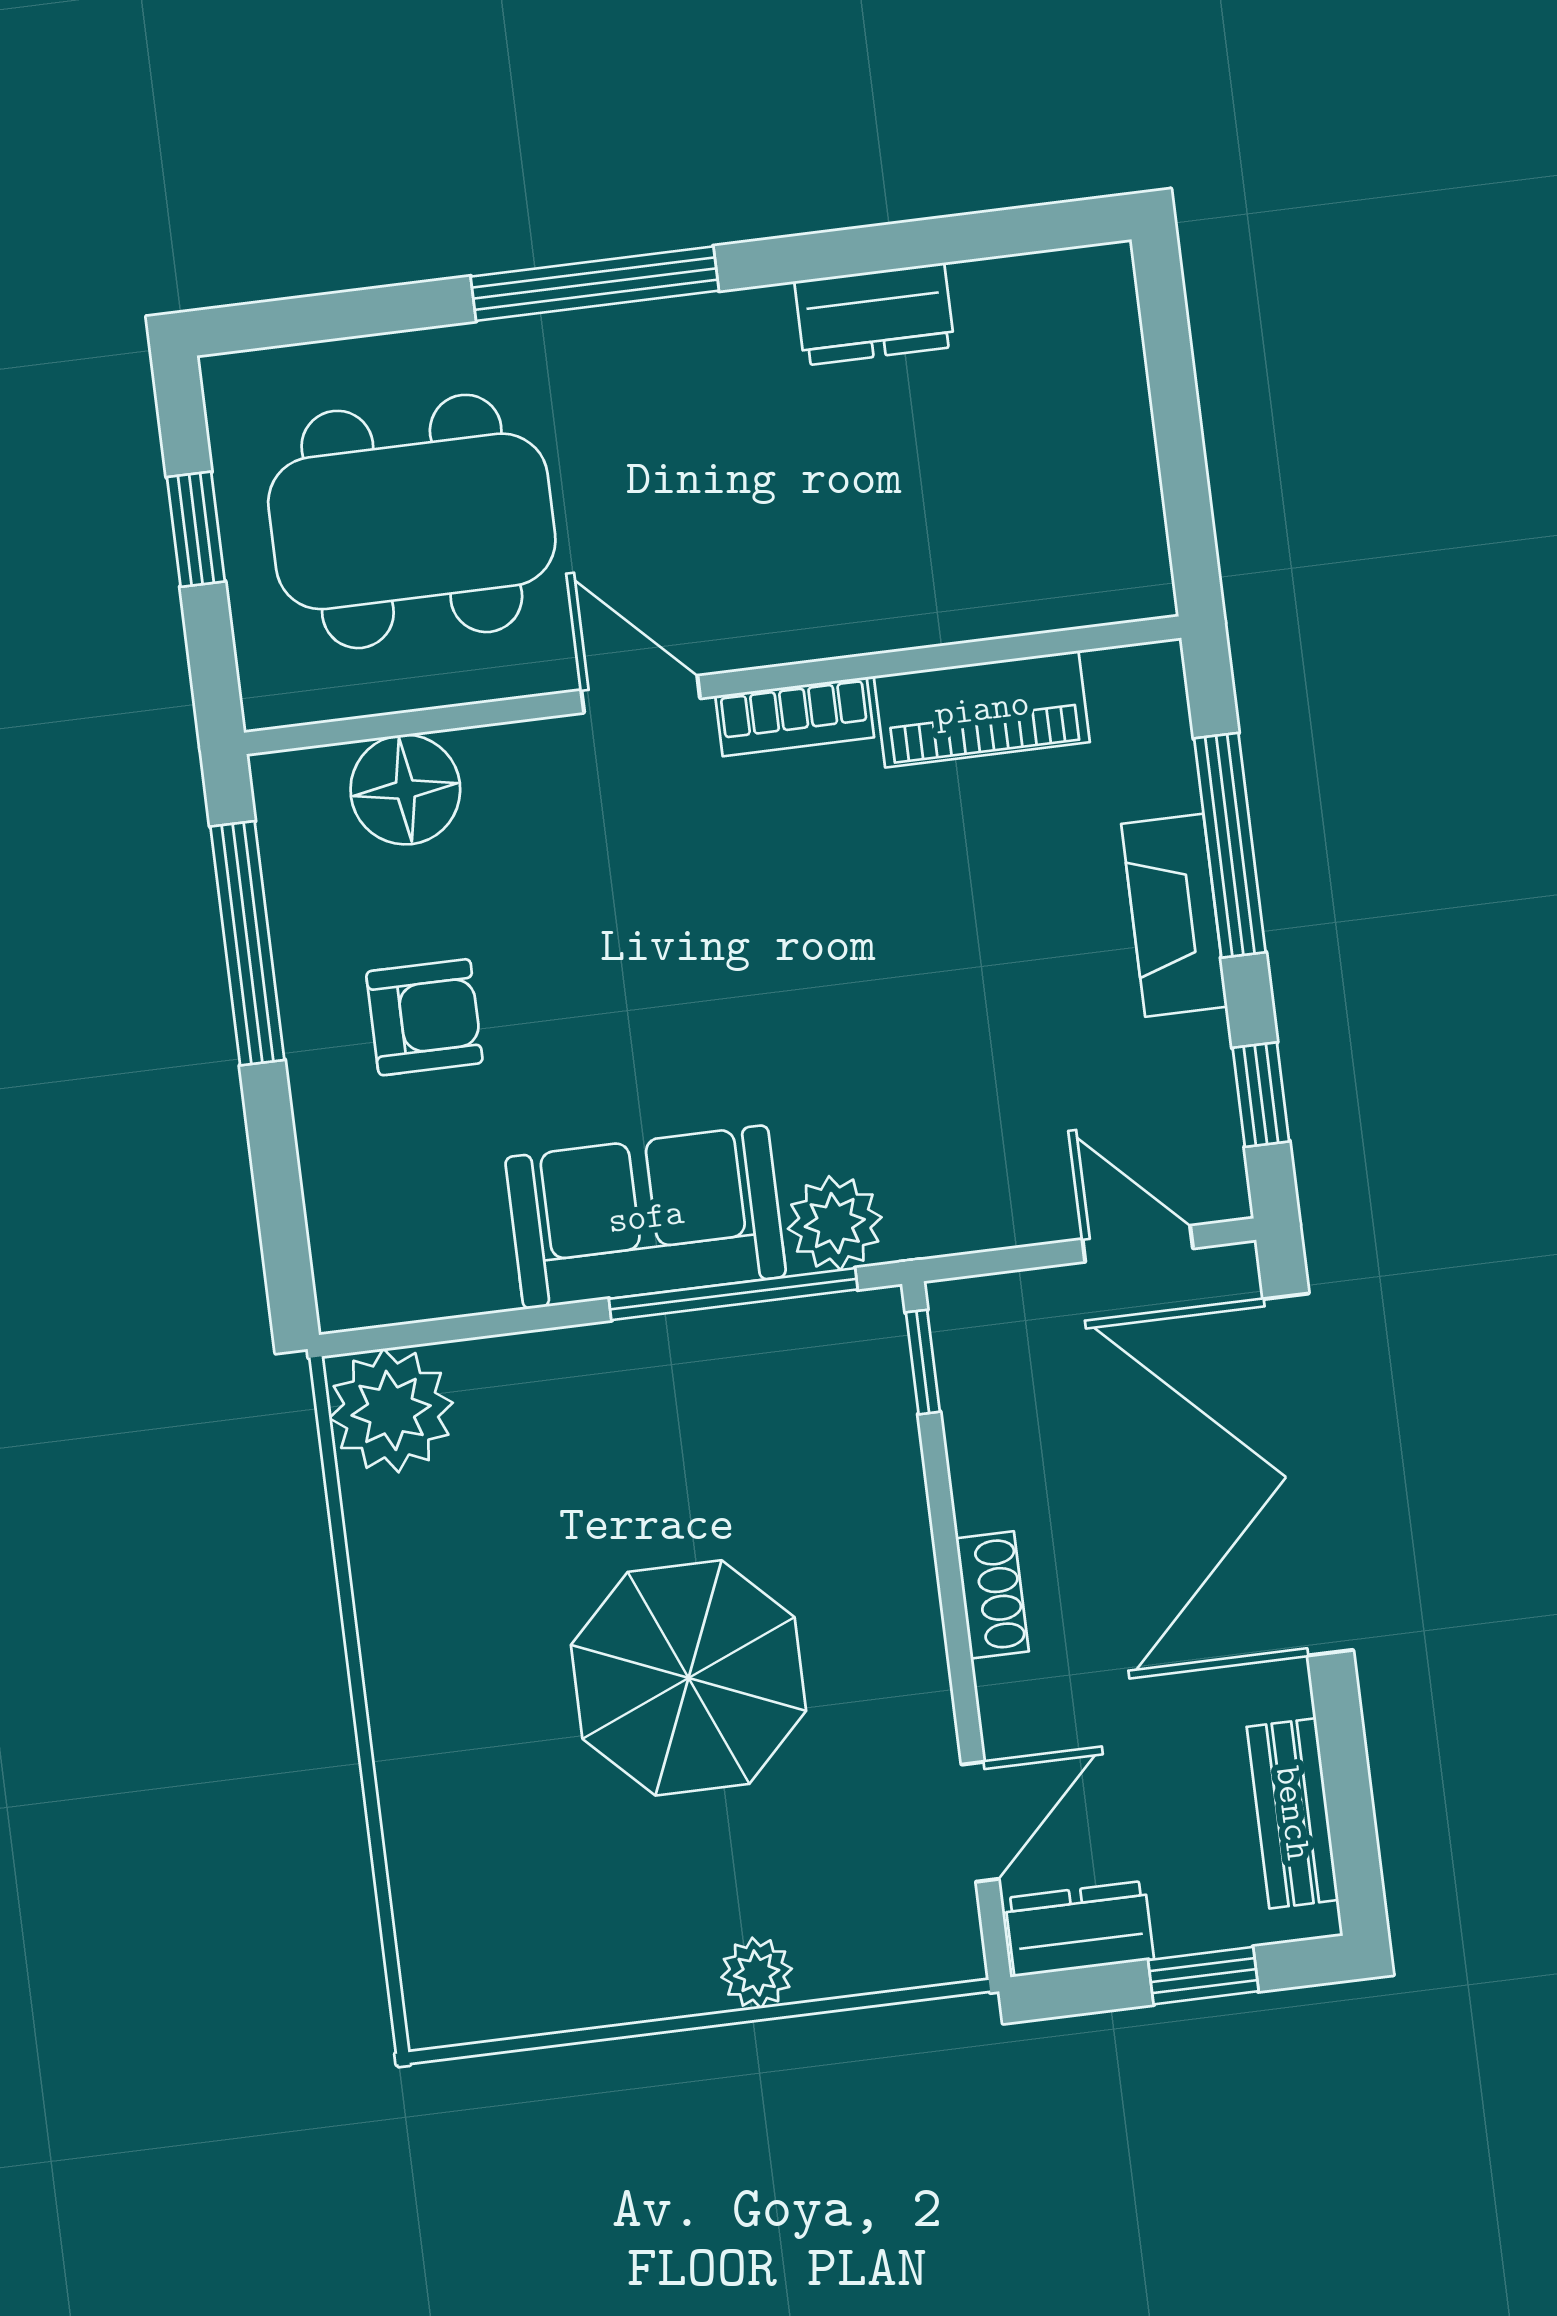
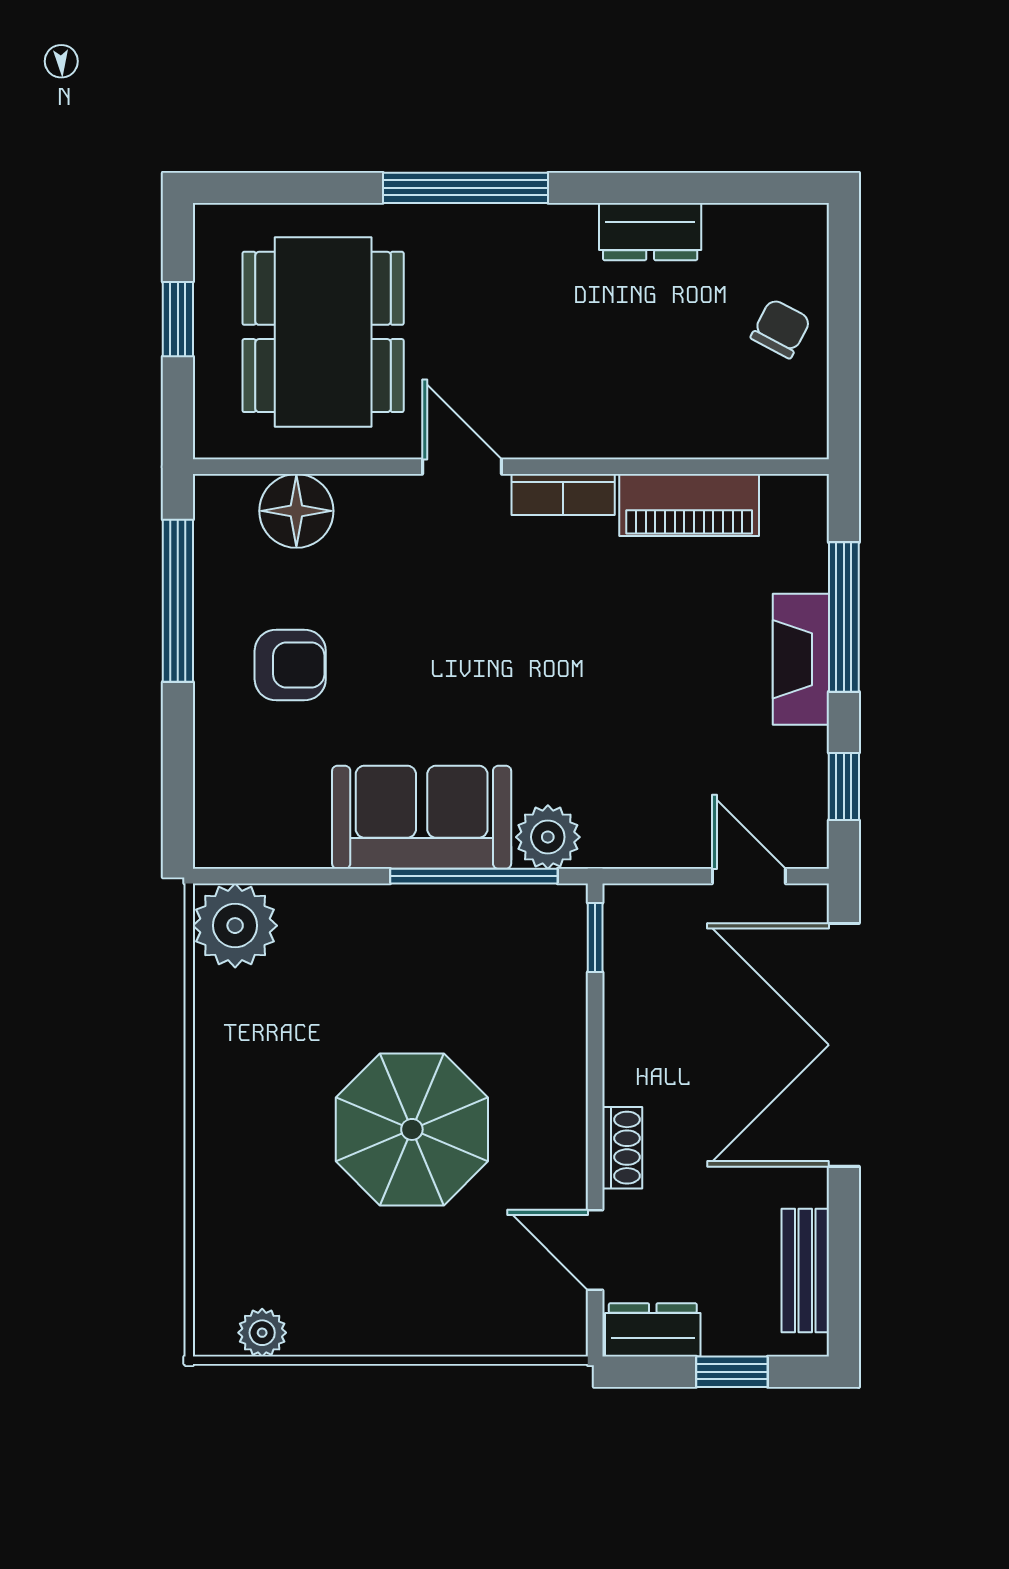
chair: (1084, 433) -> (781, 329), added
dining table: (412, 521) -> (323, 332), turned 90
shoe rack: (992, 1595) -> (622, 1148), moved
door: (980, 1822) -> (595, 1250), swing flipped
plant: (757, 1973) -> (262, 1333), moved

